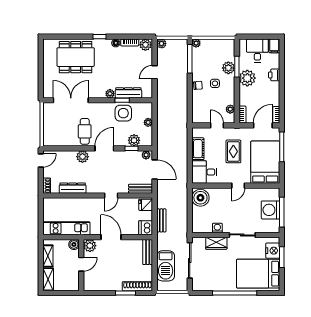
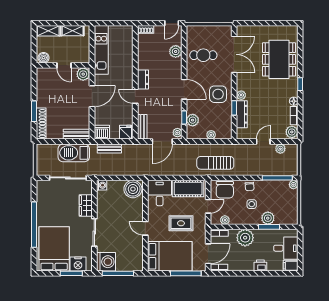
plant: (162, 44) -> (280, 149), moved
door: (155, 72) -> (263, 142), hinge flipped
plant: (247, 78) -> (245, 238), moved
chair: (201, 109) -> (225, 190), added
side table: (123, 113) -> (218, 94), moved
sun lounger: (175, 118) -> (215, 163), added
door: (263, 125) -> (208, 254), hinge flipped
cafe table: (85, 131) -> (203, 55), moved
cot: (198, 149) -> (188, 189), width x1.37, depth x1.34
plant: (82, 157) -> (176, 51), moved
door: (41, 160) -> (172, 23), hinge flipped
dresser: (73, 188) -> (143, 79), moved, width x0.70
washing machine: (270, 210) -> (106, 262), moved, turned 90
washing machine: (217, 228) -> (102, 185), moved
boiler: (74, 244) -> (44, 58), moved
barbecue: (166, 266) -> (74, 153), moved

